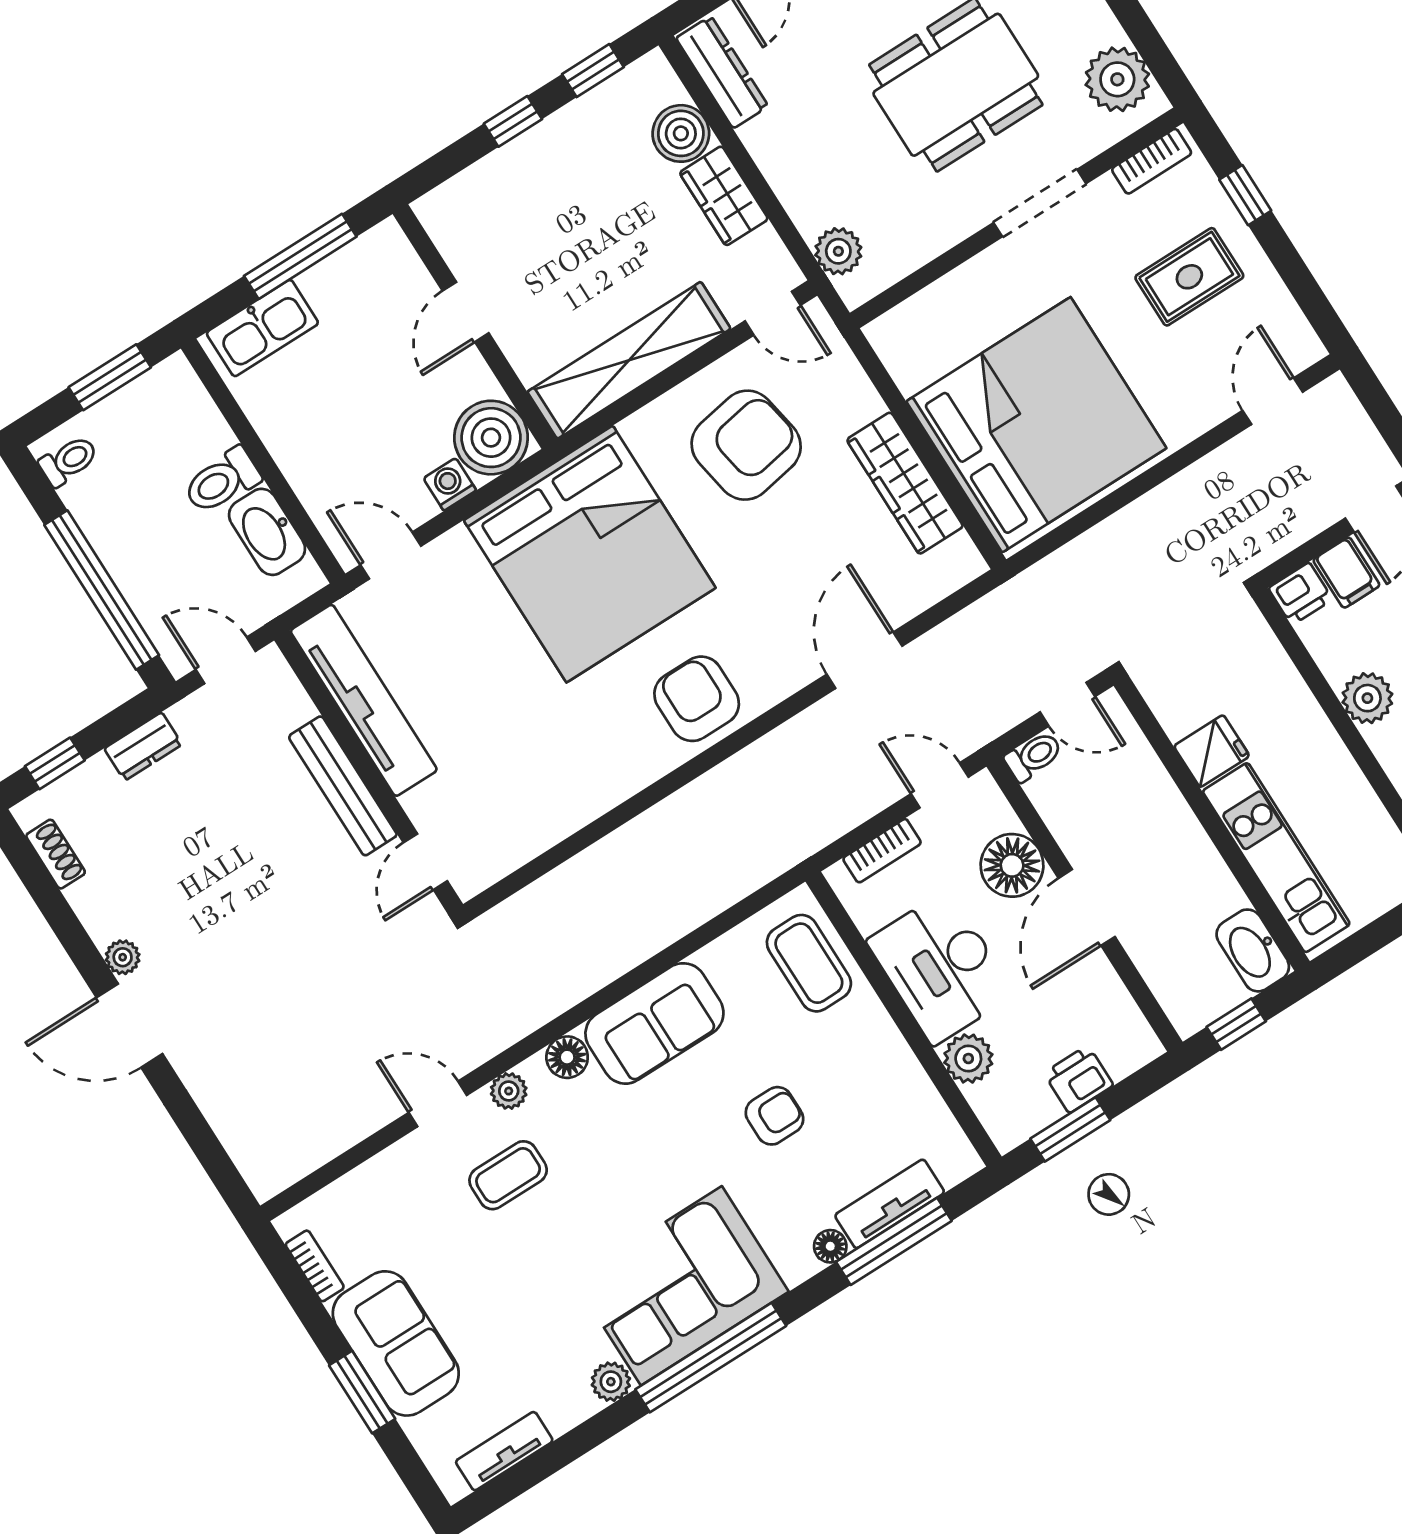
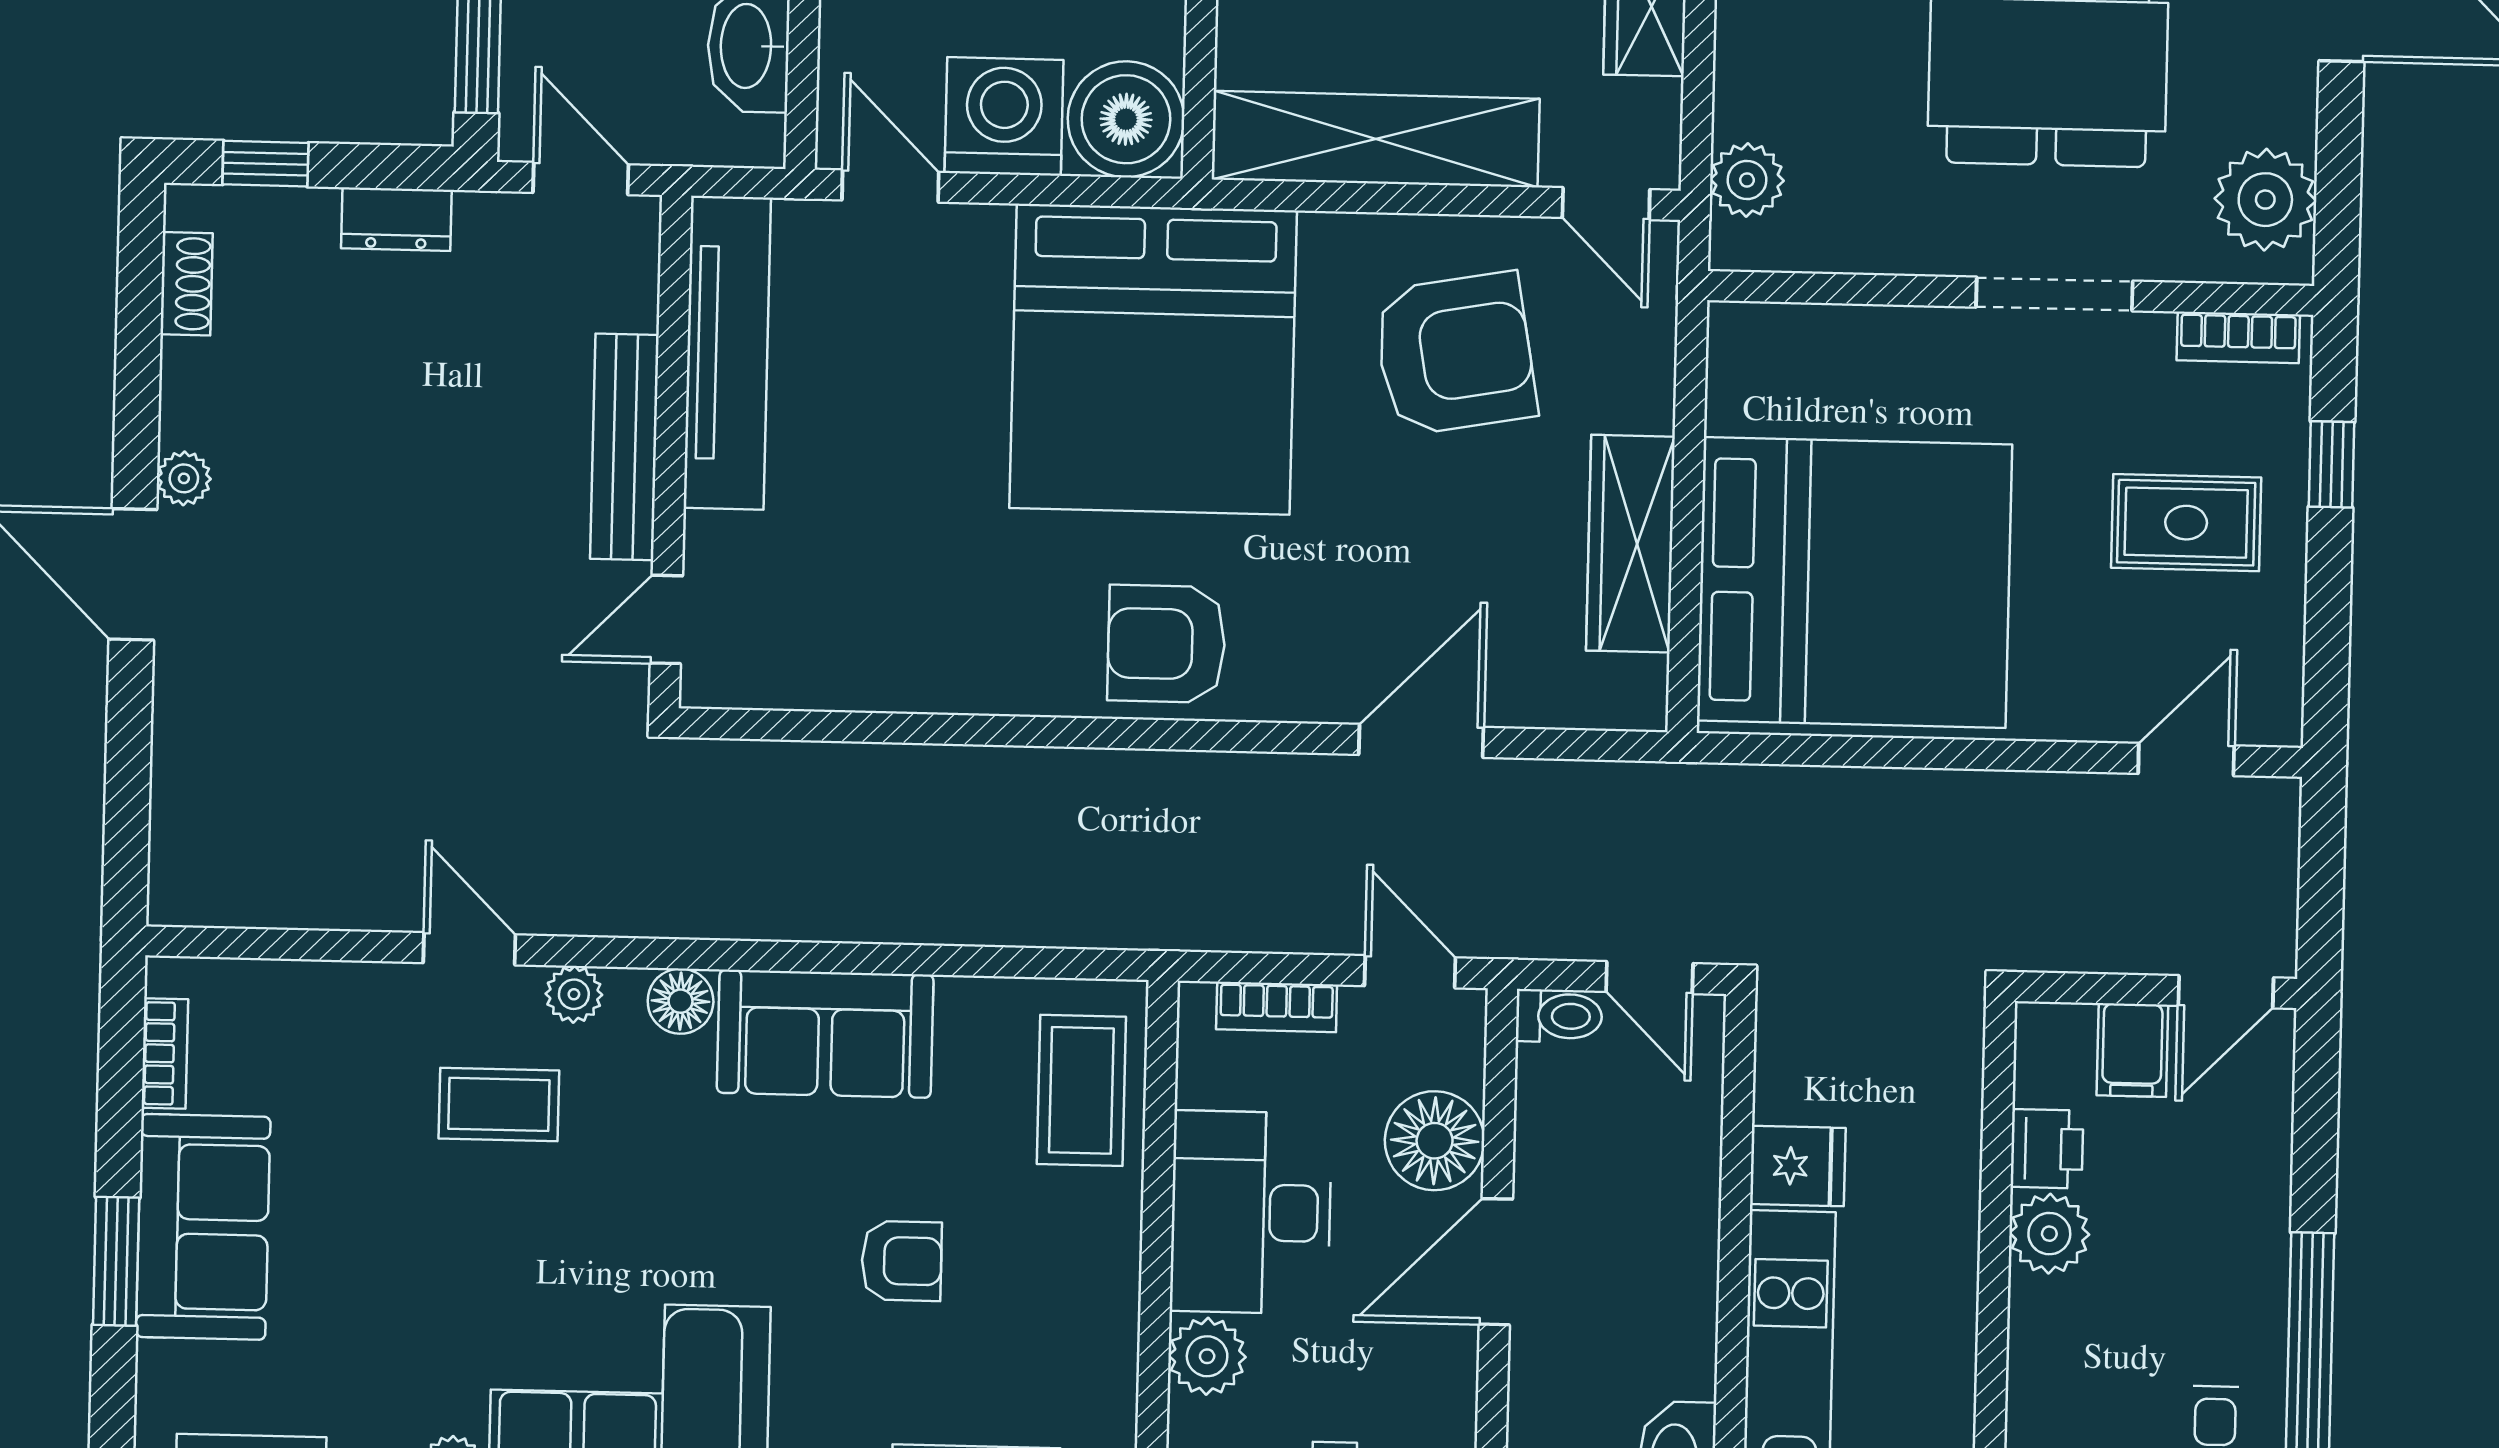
washing machine: (450, 484) -> (1004, 116), width x1.89, depth x1.89
printer: (1300, 594) -> (2047, 1149), moved, turned -90
armchair: (697, 699) -> (1166, 644), turned -90

